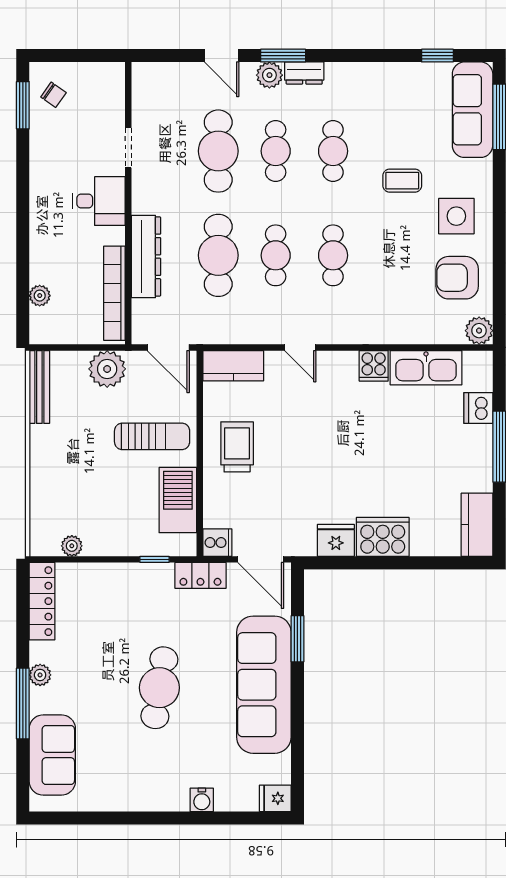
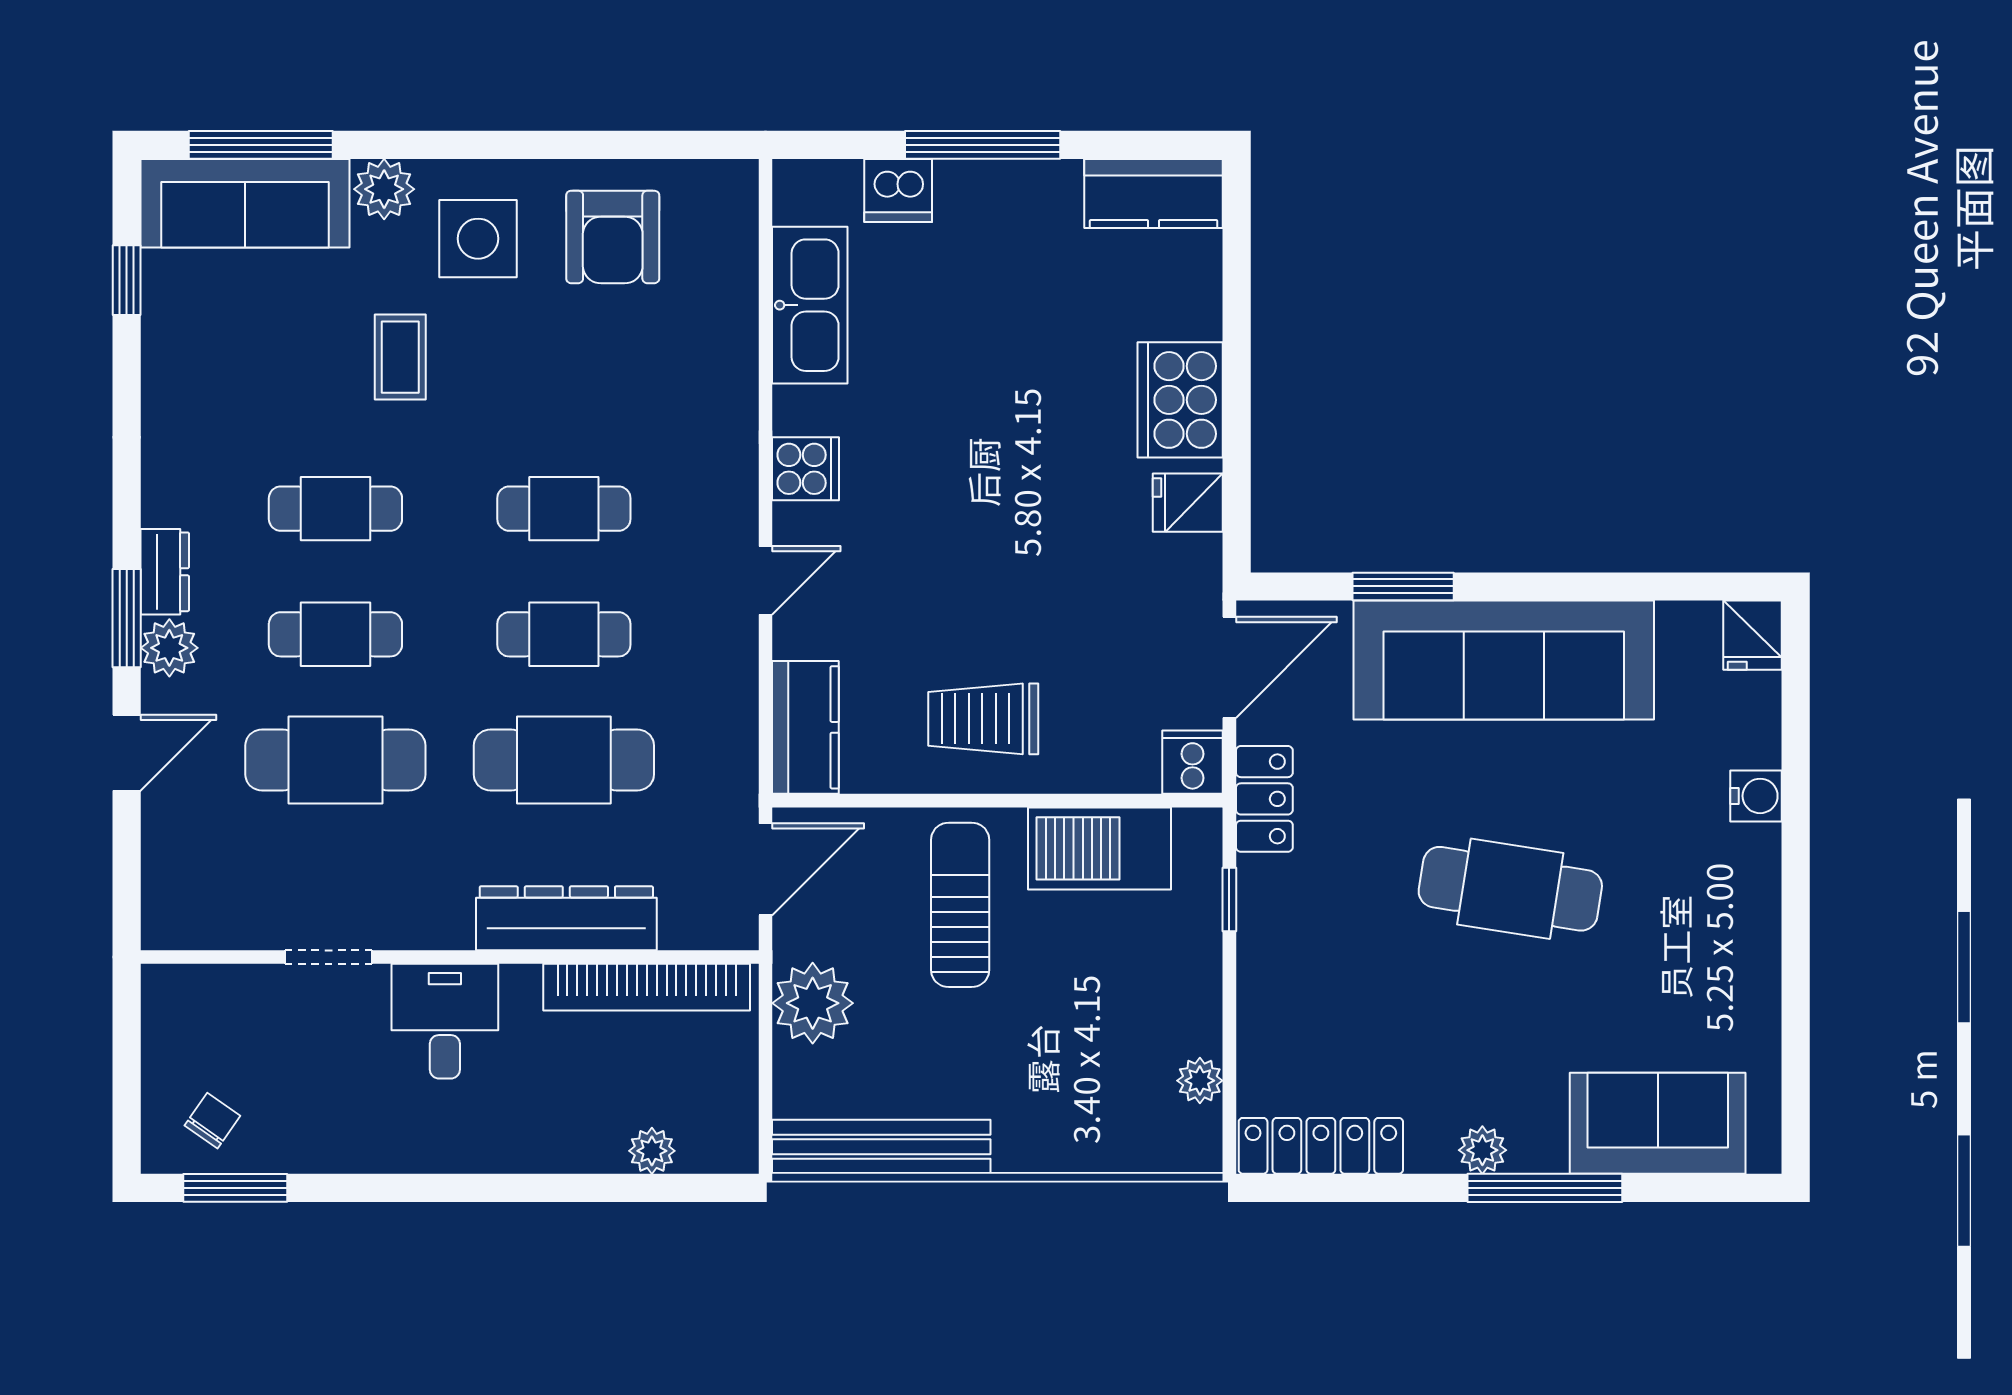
plant: (479, 331) -> (384, 189), moved
cooker: (374, 366) -> (806, 469), moved
bench: (39, 387) -> (881, 1147), width x1.37, depth x1.21
fridge: (336, 540) -> (1188, 503), width x0.72

